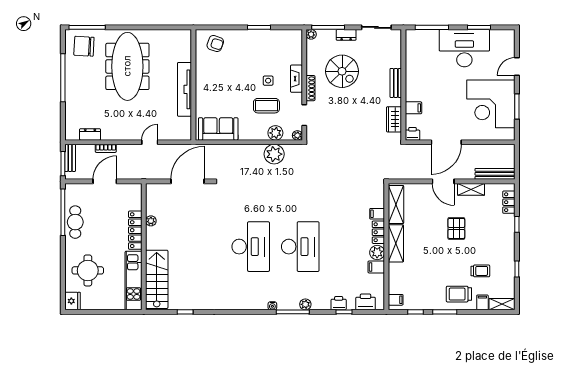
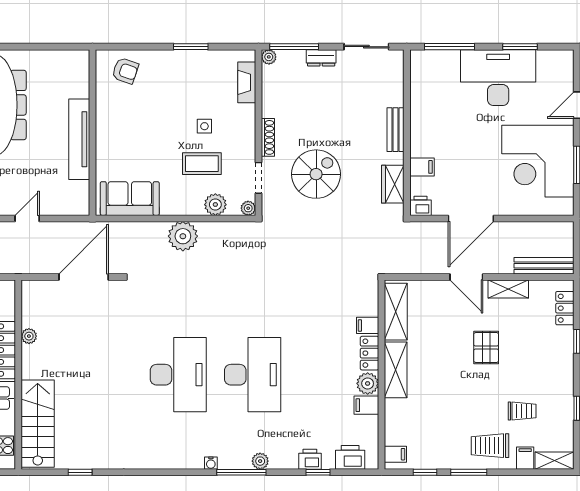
spiral stairs: (342, 71) -> (316, 174), moved, turned -90
fireplace: (296, 79) -> (247, 82), moved
plant: (274, 154) -> (183, 236), moved

